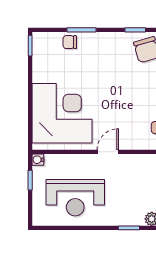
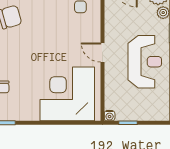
reception desk: (75, 198) -> (145, 62), moved

